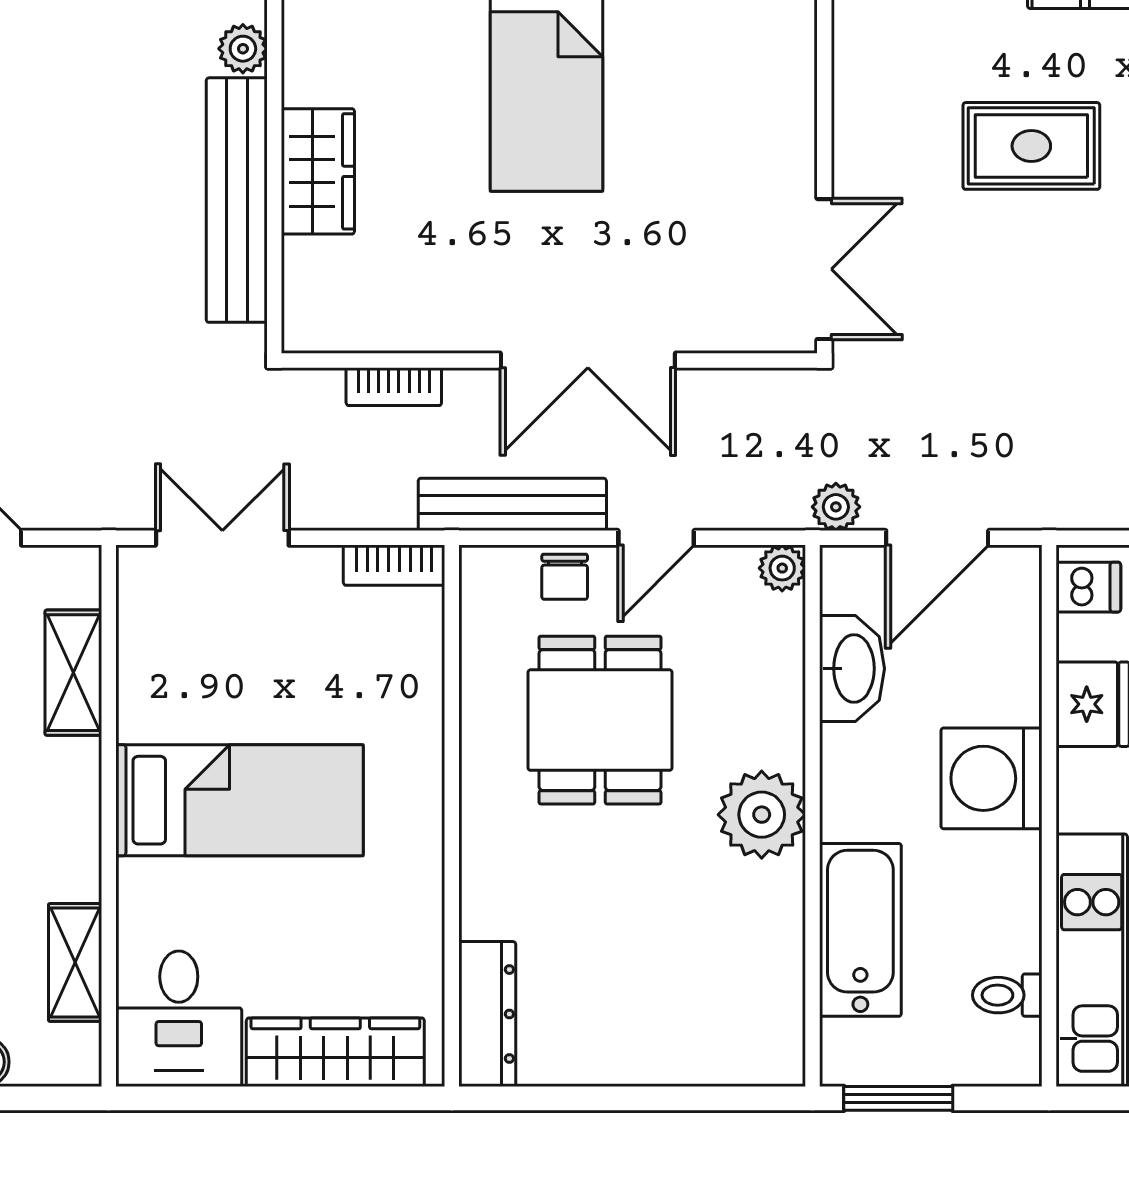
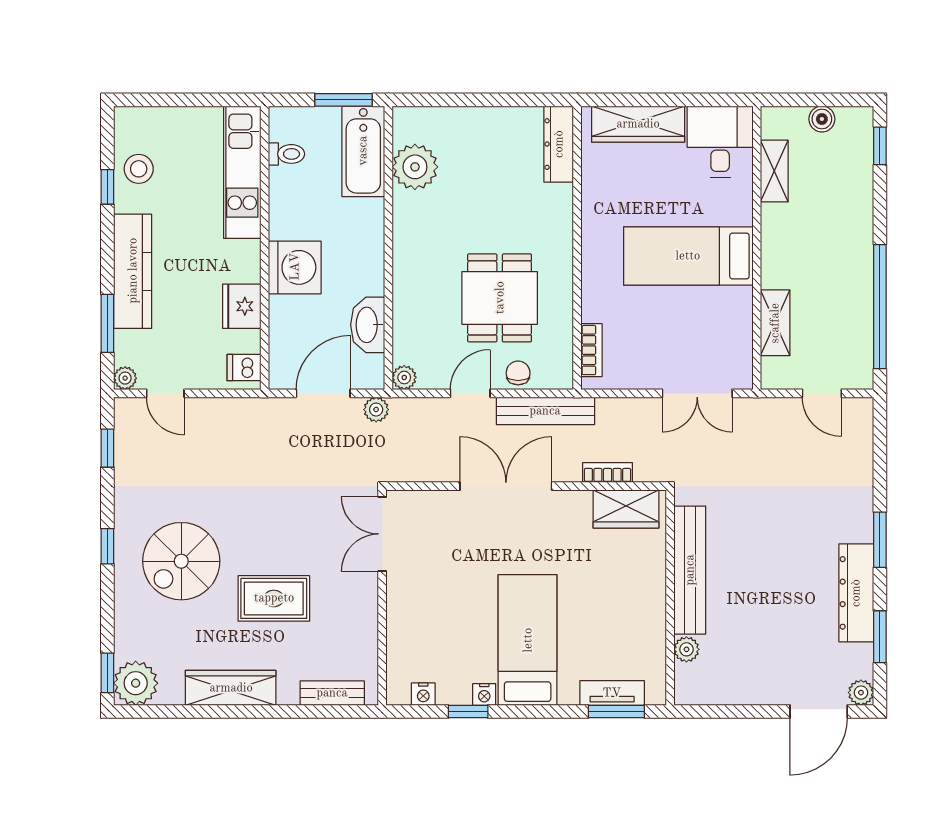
wardrobe: (318, 171) -> (626, 509), moved, turned -90
bookcase: (394, 565) -> (592, 350), moved, turned 90
plant: (762, 815) -> (415, 167), moved
bathtub: (860, 930) -> (363, 151), moved

